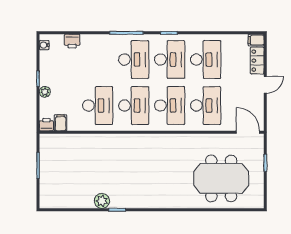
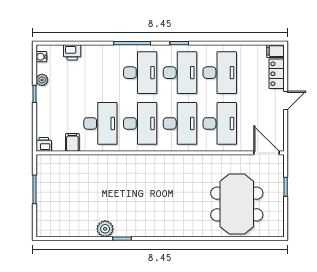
plant: (45, 92) -> (42, 80), moved
filing cabinet: (61, 123) -> (72, 142), moved
meeting table: (221, 178) -> (237, 204), turned 90

